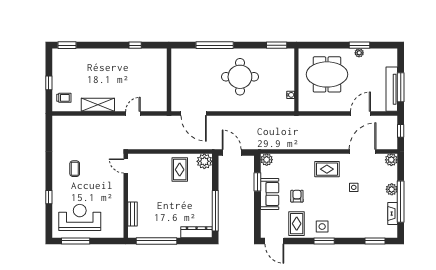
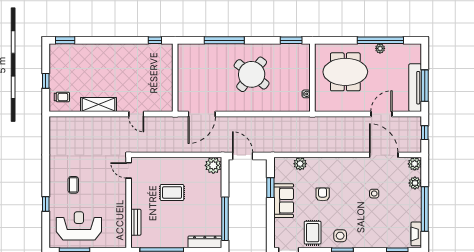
window: (135, 45) -> (155, 40), moved
window: (359, 45) -> (380, 40), width x2.11
round table: (240, 77) -> (252, 74), turned 38
door: (133, 114) -> (136, 114), swing flipped
door: (194, 114) -> (202, 114), hinge flipped
door: (363, 151) -> (384, 155), hinge flipped
plant: (267, 160) -> (300, 164), moved
coffee table: (75, 169) -> (73, 185), moved
rug: (327, 169) -> (345, 174), removed
rug: (180, 170) -> (172, 193), moved, turned 90
plant: (392, 189) -> (415, 183), moved
armchair: (297, 196) -> (323, 194), moved
fireplace: (393, 214) -> (416, 234), moved

